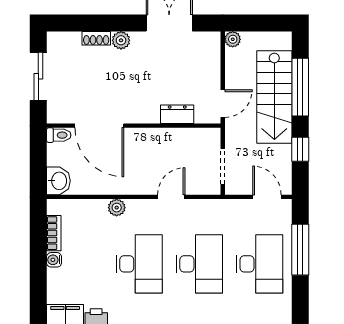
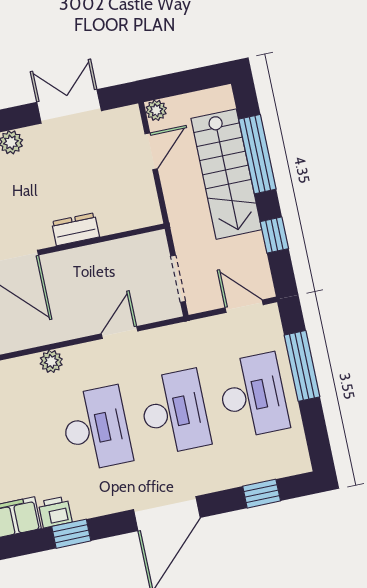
door: (223, 104) -> (151, 151), moved
dresser: (177, 114) -> (75, 229), moved

